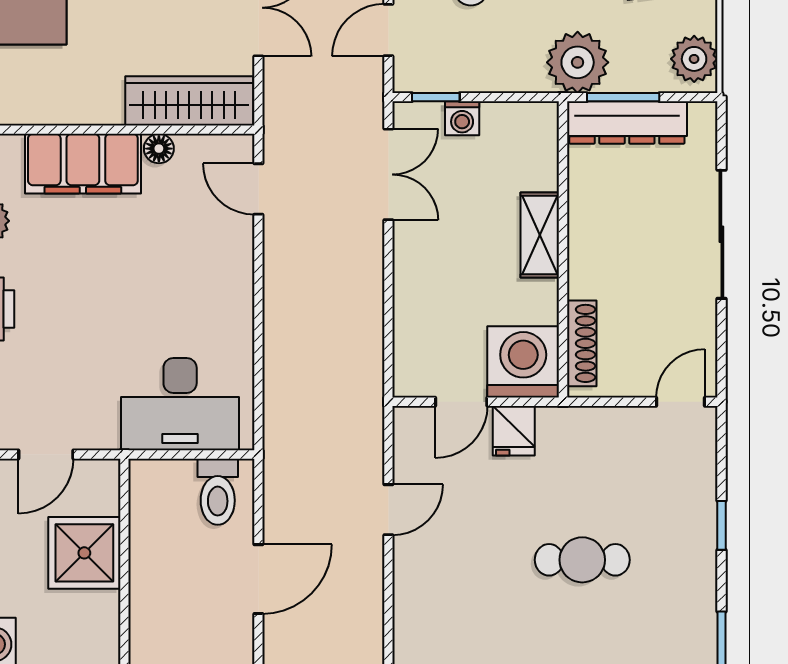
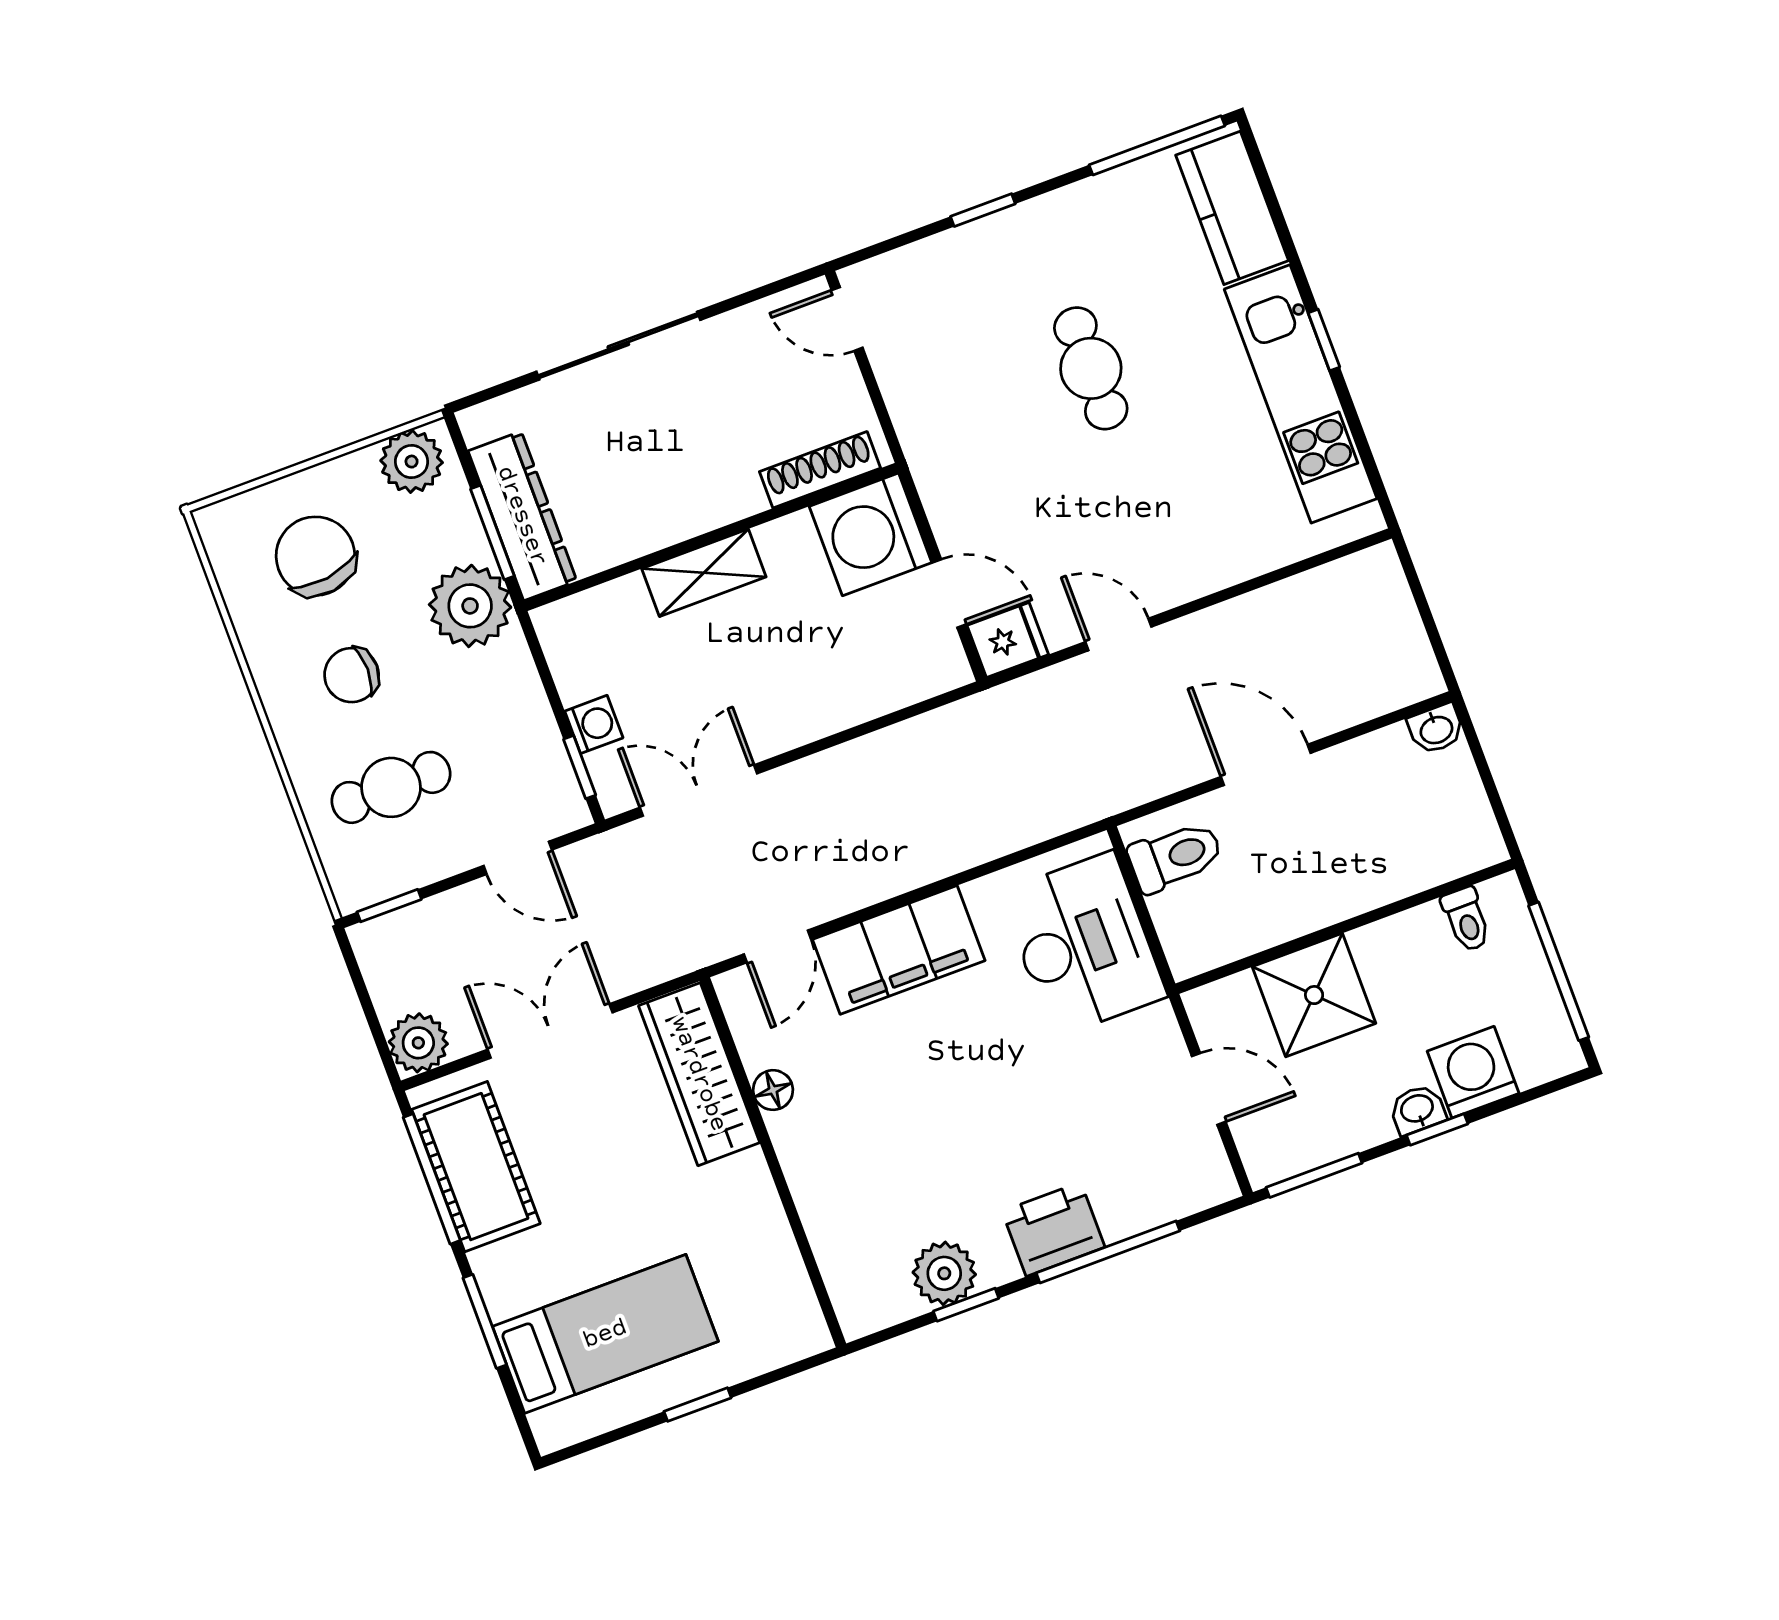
filing cabinet: (83, 164) -> (899, 950), moved, turned 90
fridge: (514, 431) -> (1008, 640), moved

